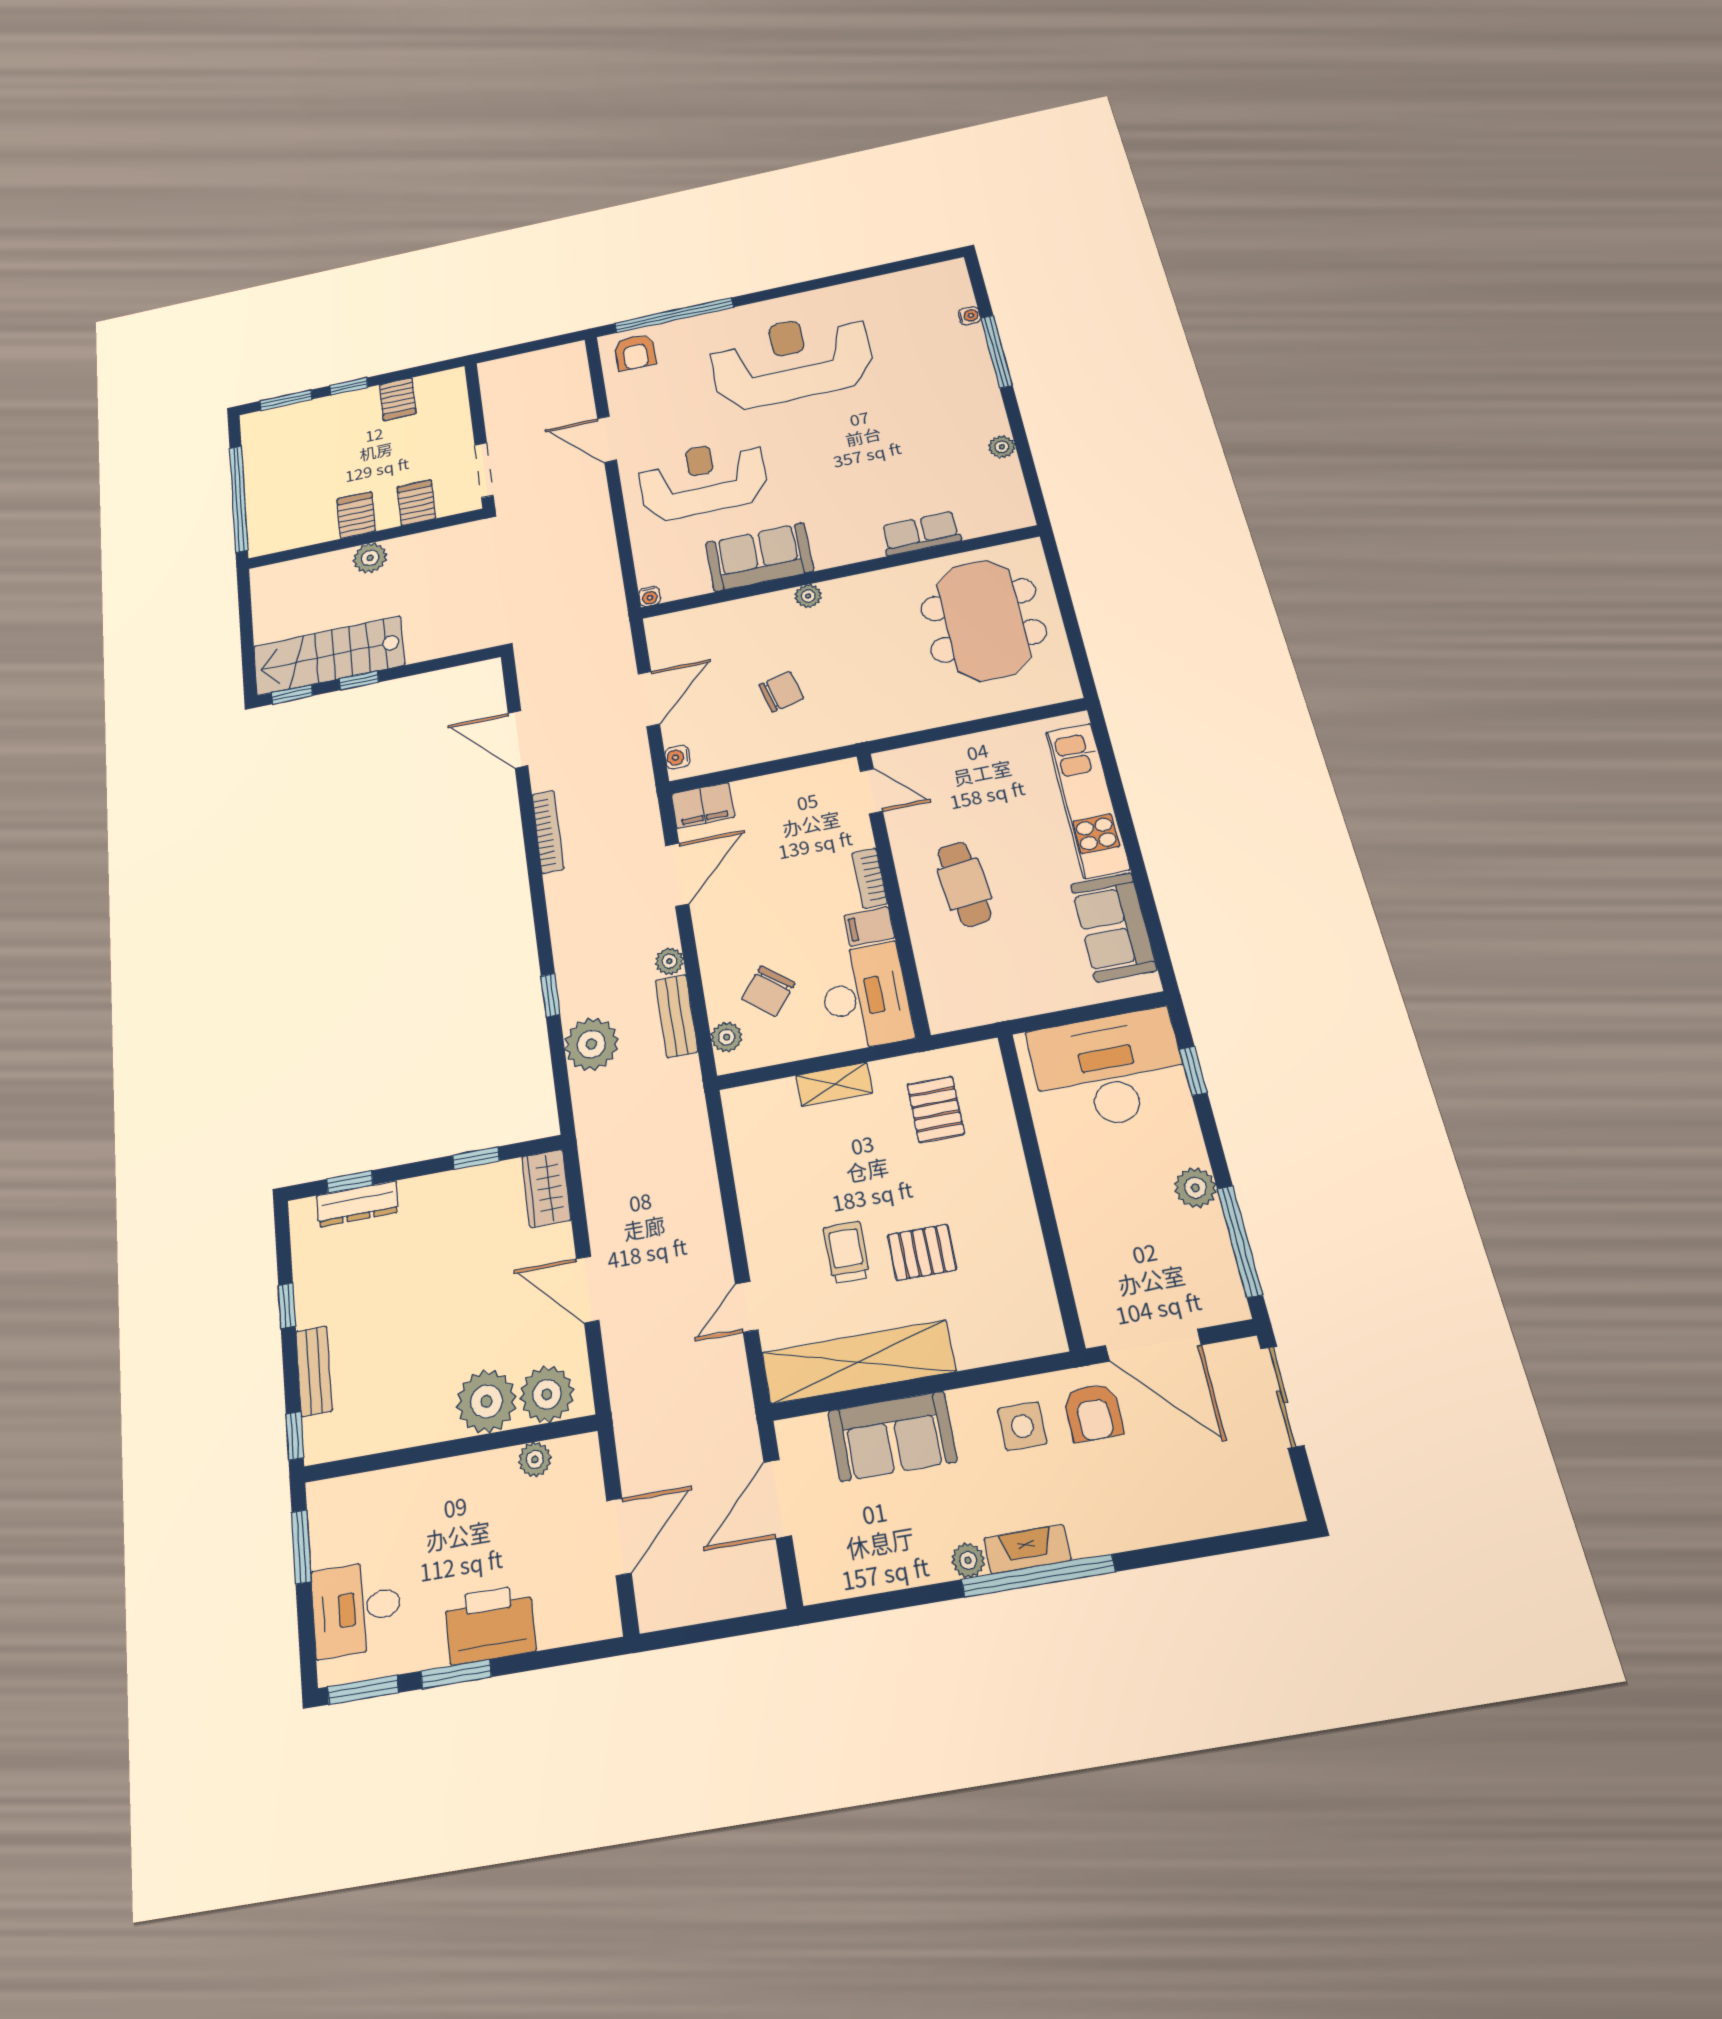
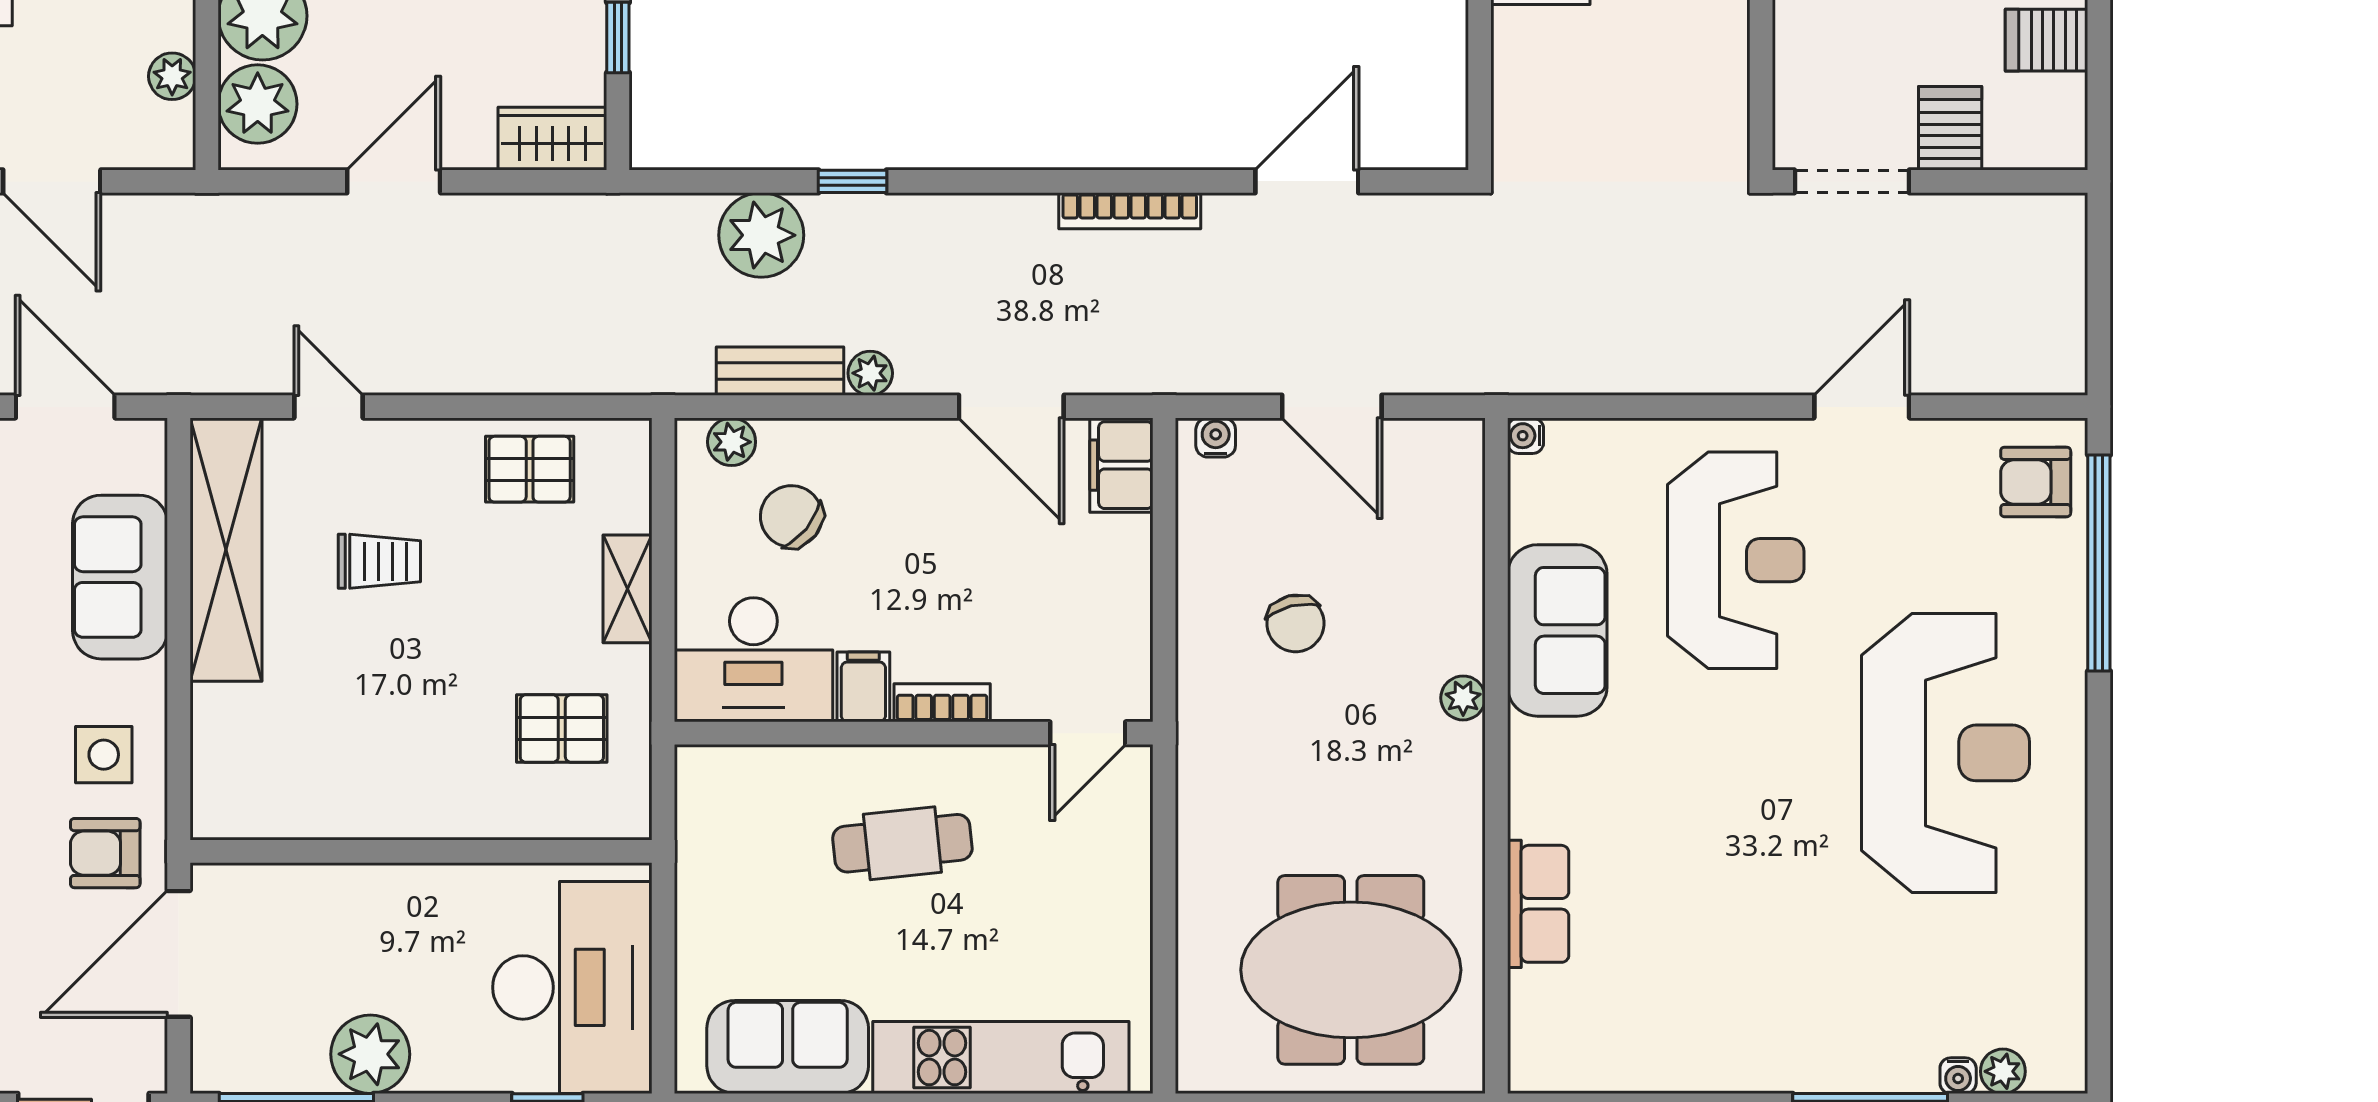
plant: (1002, 447) -> (2003, 1071), moved
server rack: (416, 503) -> (1950, 128), moved, turned -90
plant: (1195, 1188) -> (370, 1054), width x1.36, depth x1.36
pallet: (922, 1252) -> (530, 469), moved, turned 90

